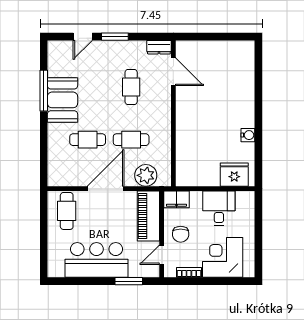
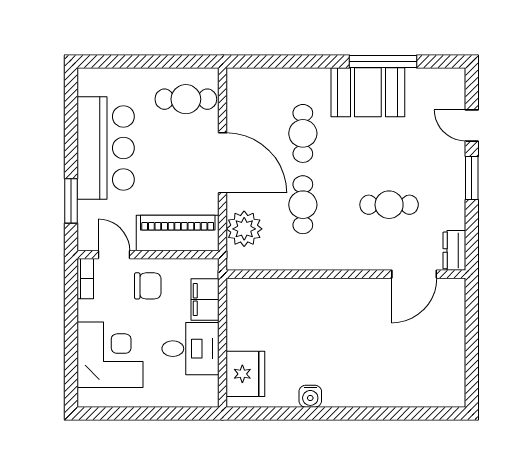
filing cabinet: (176, 199) -> (205, 299), moved
chair: (181, 234) -> (148, 286), turned 180
bookcase: (189, 272) -> (85, 279), moved

